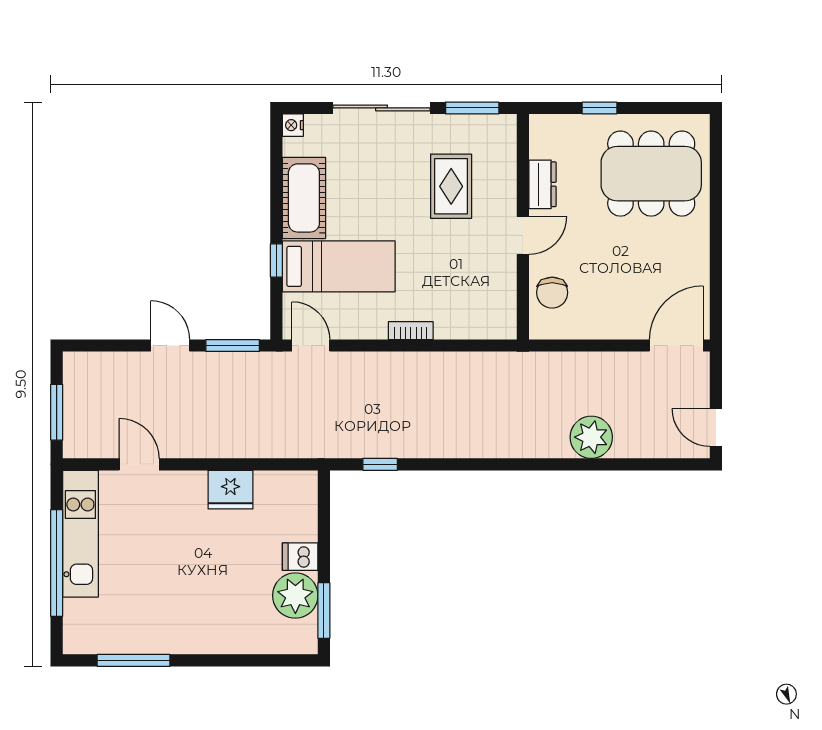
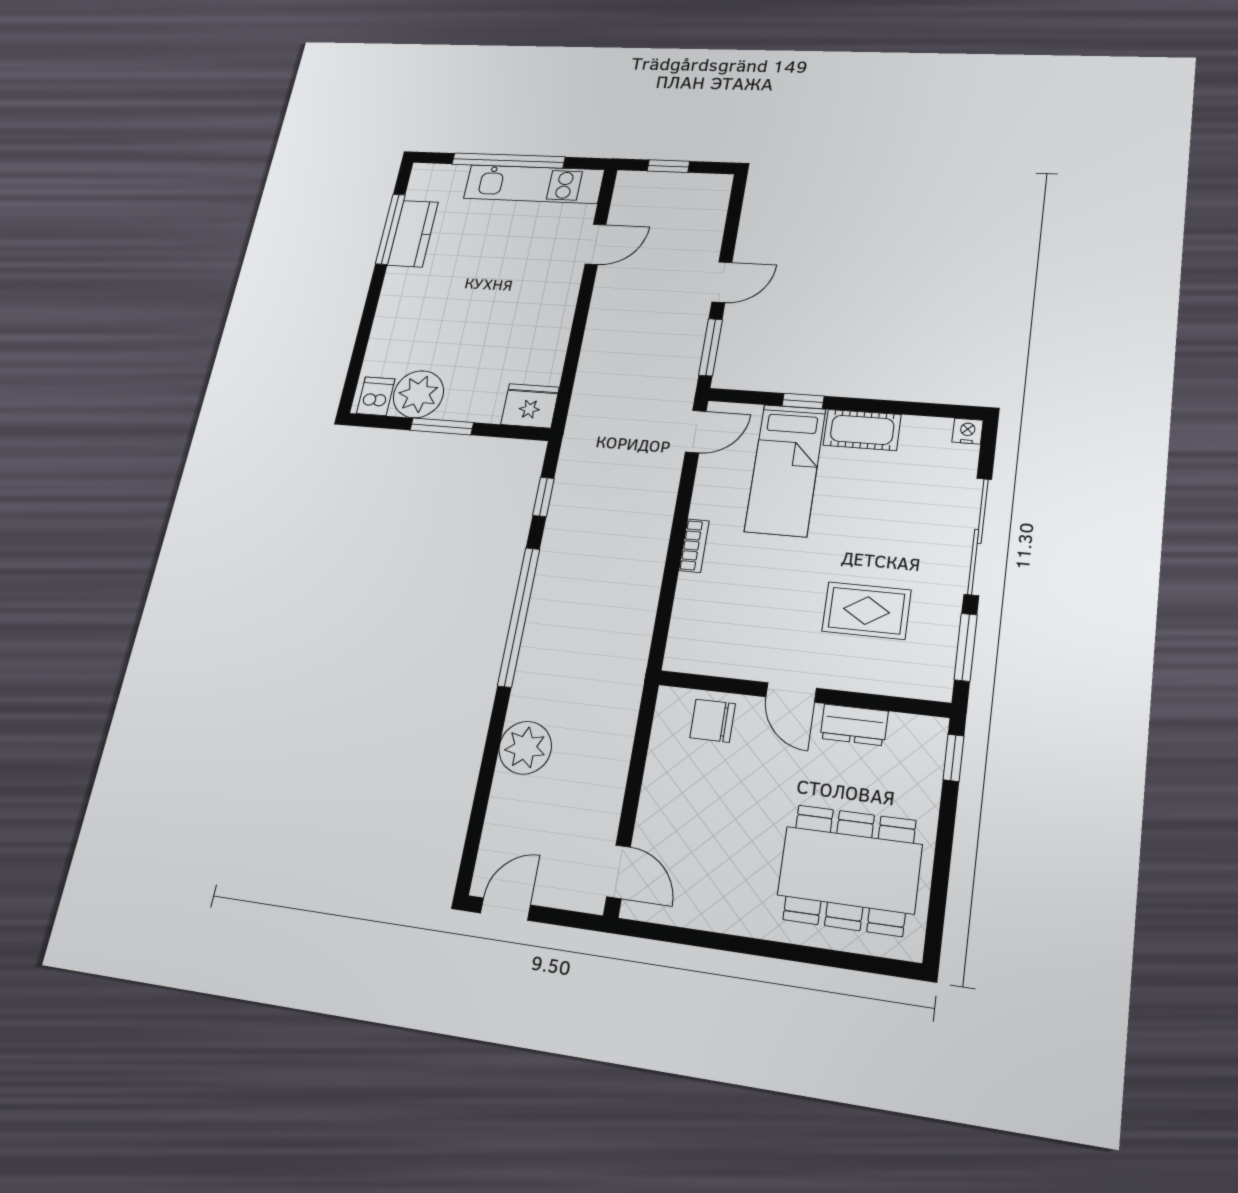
window: (600, 108) -> (953, 758), moved
dining table: (651, 174) -> (850, 870), turned 90
cot: (304, 198) -> (862, 430), width x0.73, depth x0.75
door: (676, 346) -> (619, 872), width x0.73
window: (57, 412) -> (668, 166), width x0.67
window: (485, 464) -> (519, 617), added
fridge: (230, 490) -> (530, 406), moved, turned 90
dishwasher: (300, 557) -> (376, 396), moved
window: (324, 610) -> (442, 426), moved
kitchen counter: (137, 637) -> (413, 234), added

